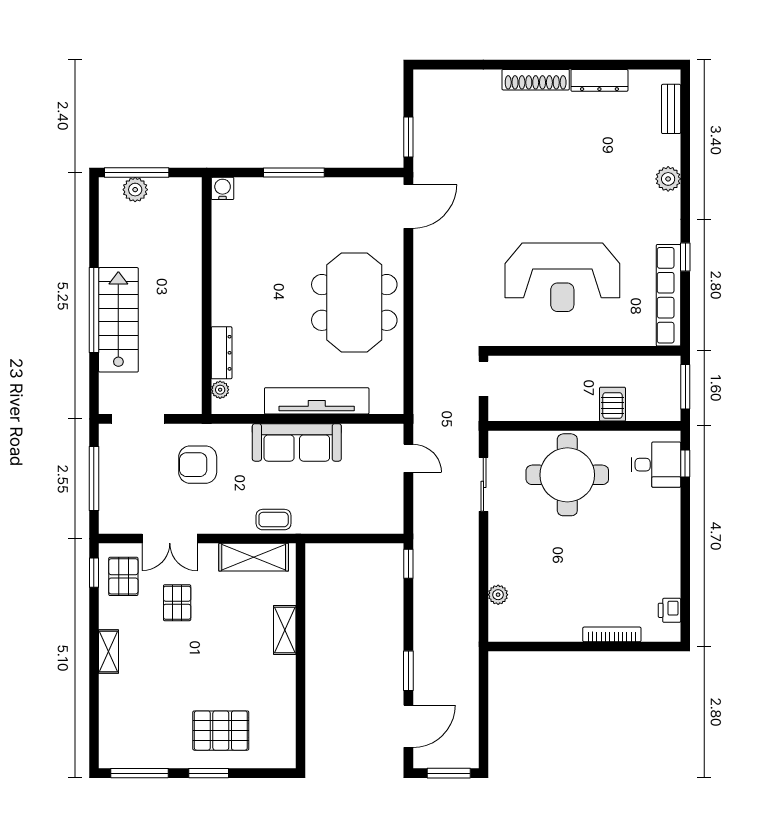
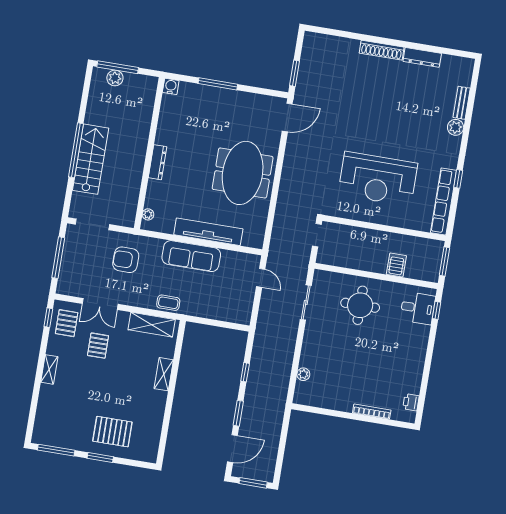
bench: (671, 109) -> (462, 103), moved
dresser: (222, 353) -> (158, 162), moved
round table: (567, 475) -> (360, 305), width x0.73, depth x0.73
window: (408, 564) -> (245, 372), moved

